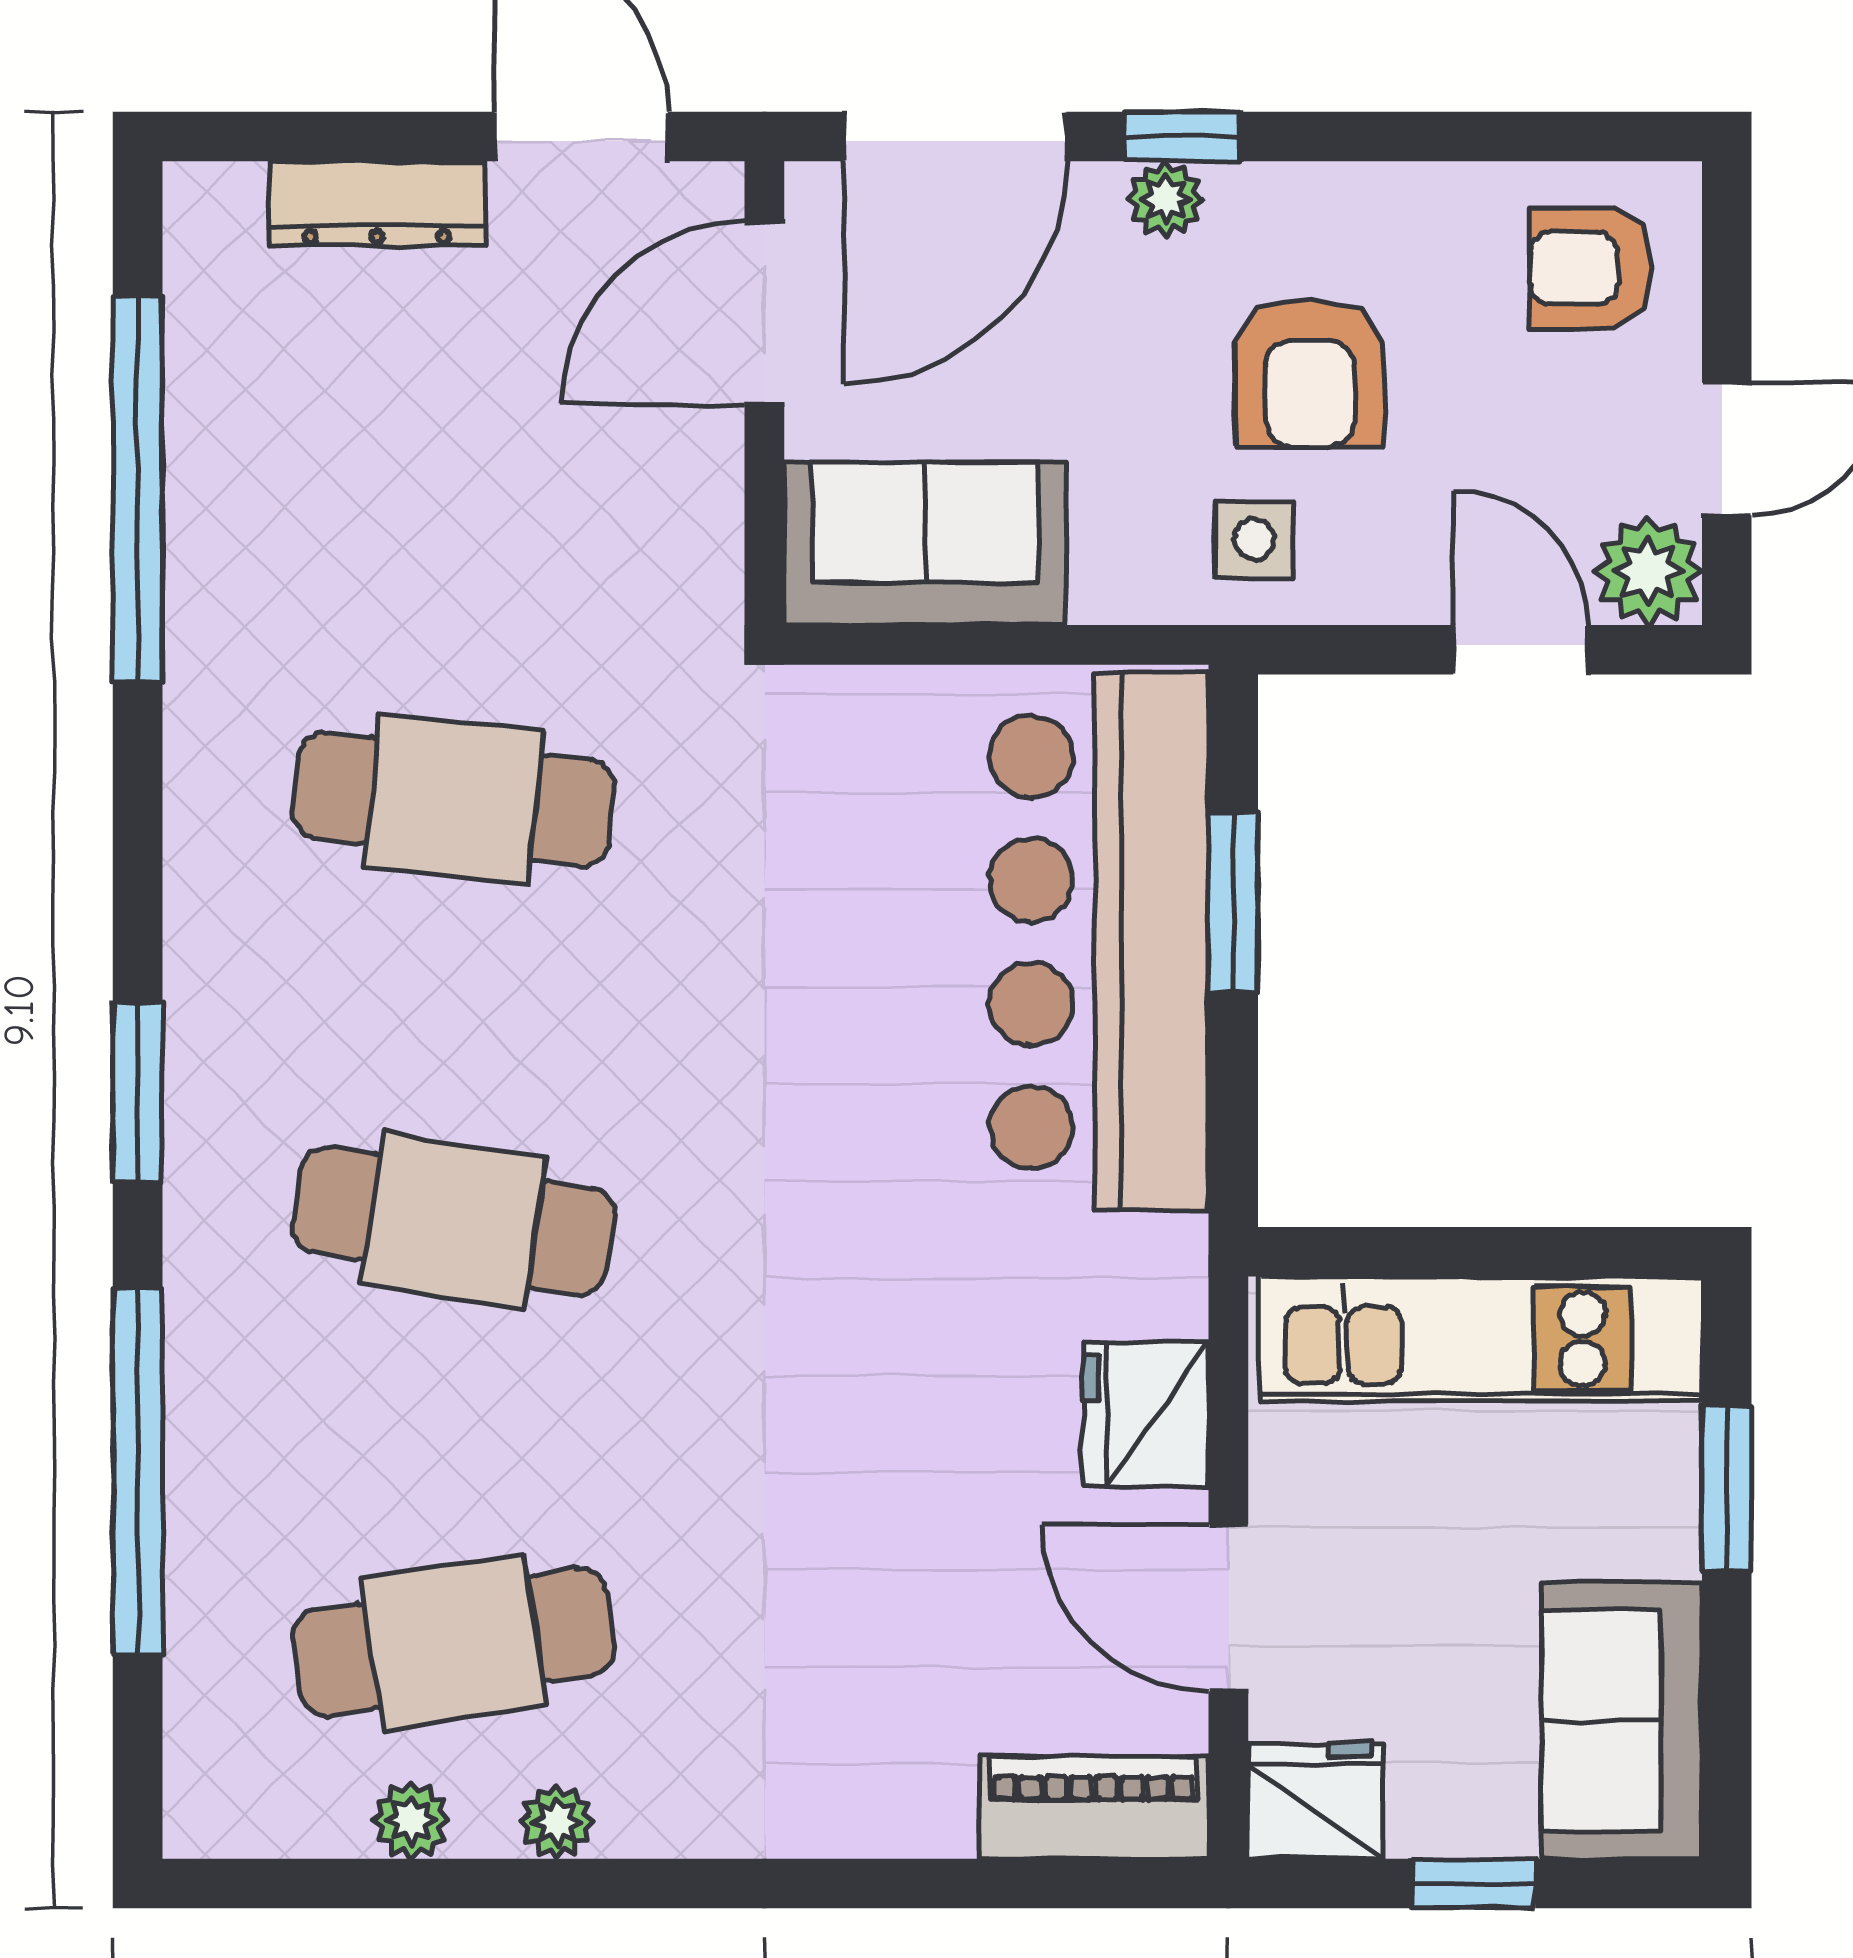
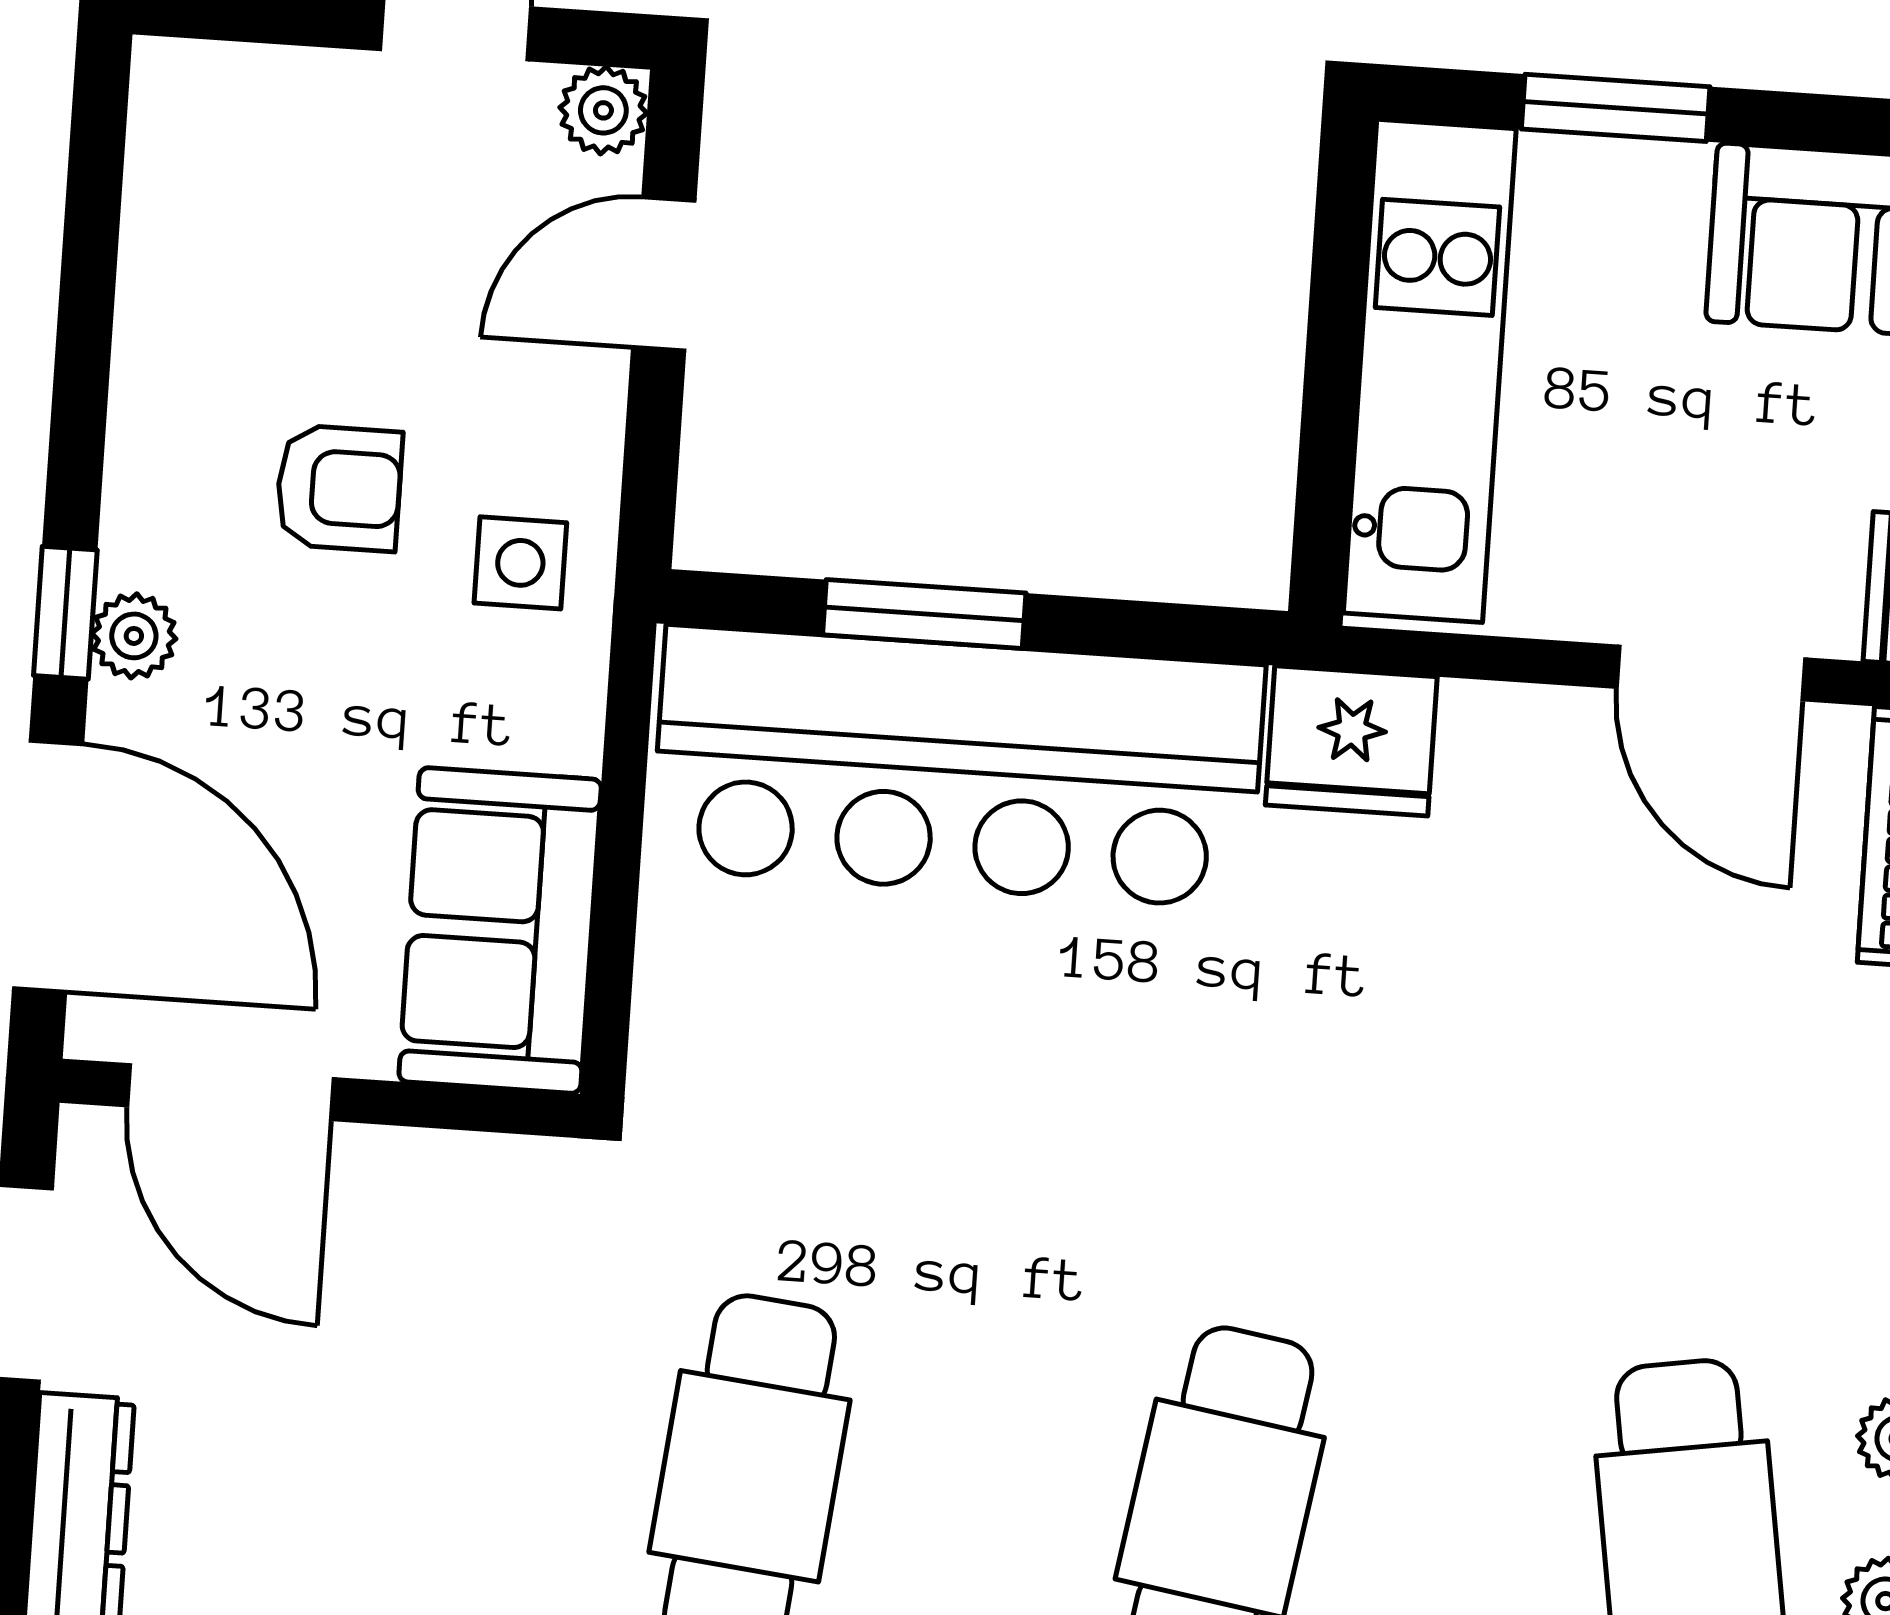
armchair: (1591, 268) -> (243, 167), removed
armchair: (1310, 373) -> (339, 488), width x0.72, depth x0.72
plant: (1648, 571) -> (603, 110), width x0.73, depth x0.73
fridge: (1146, 1415) -> (1351, 741), moved
door: (1228, 1608) -> (1711, 673), hinge flipped

